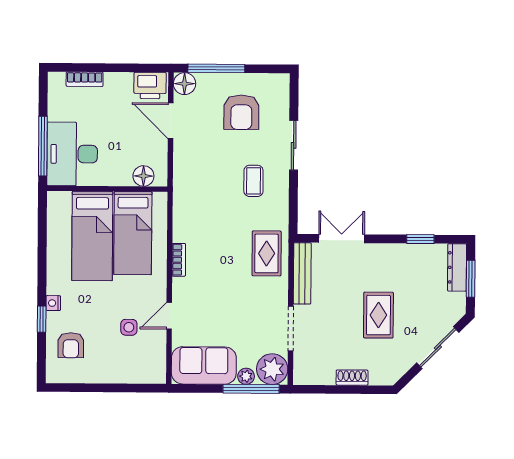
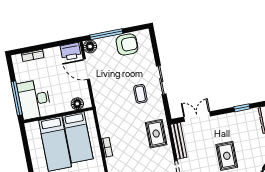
armchair: (241, 112) -> (127, 44), moved, turned -90
sliding door: (294, 145) -> (161, 80), moved

